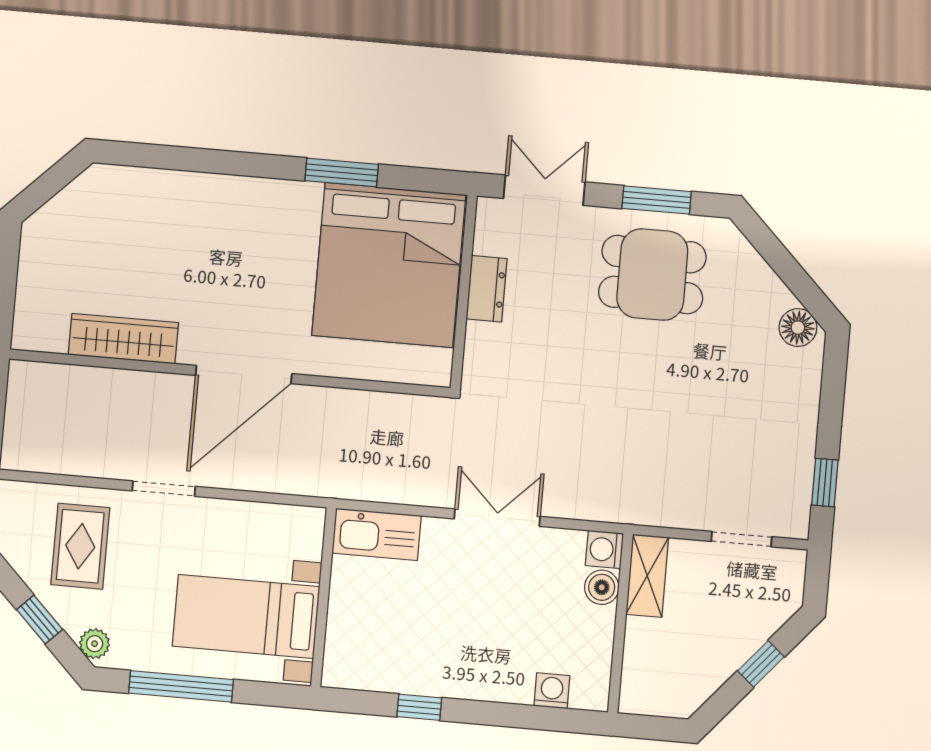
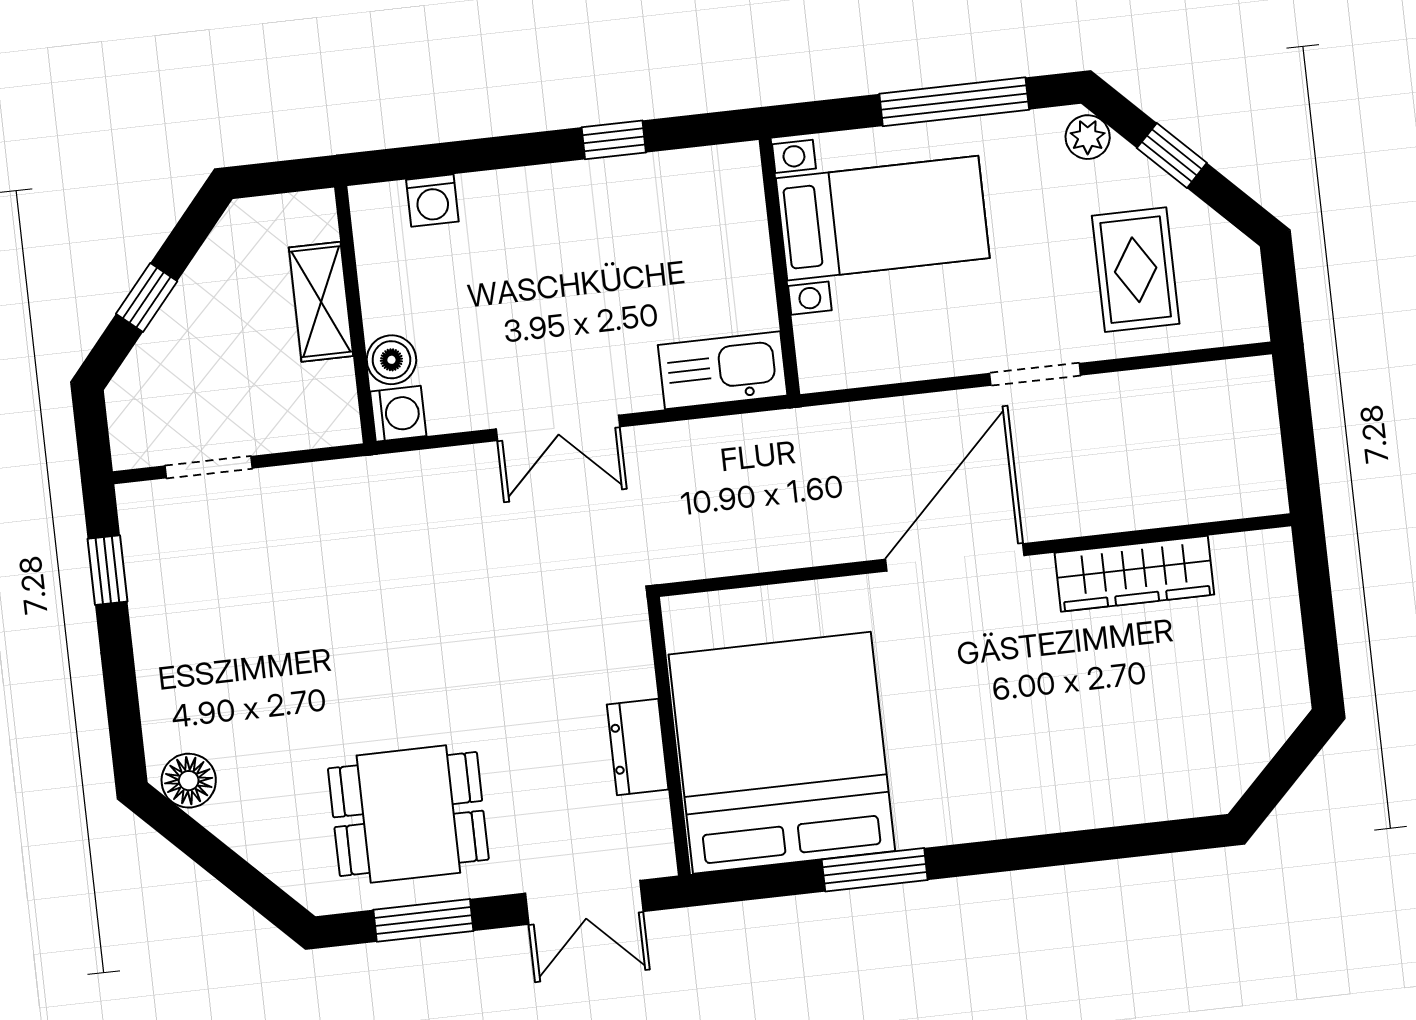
shelving: (647, 576) -> (321, 302), moved

